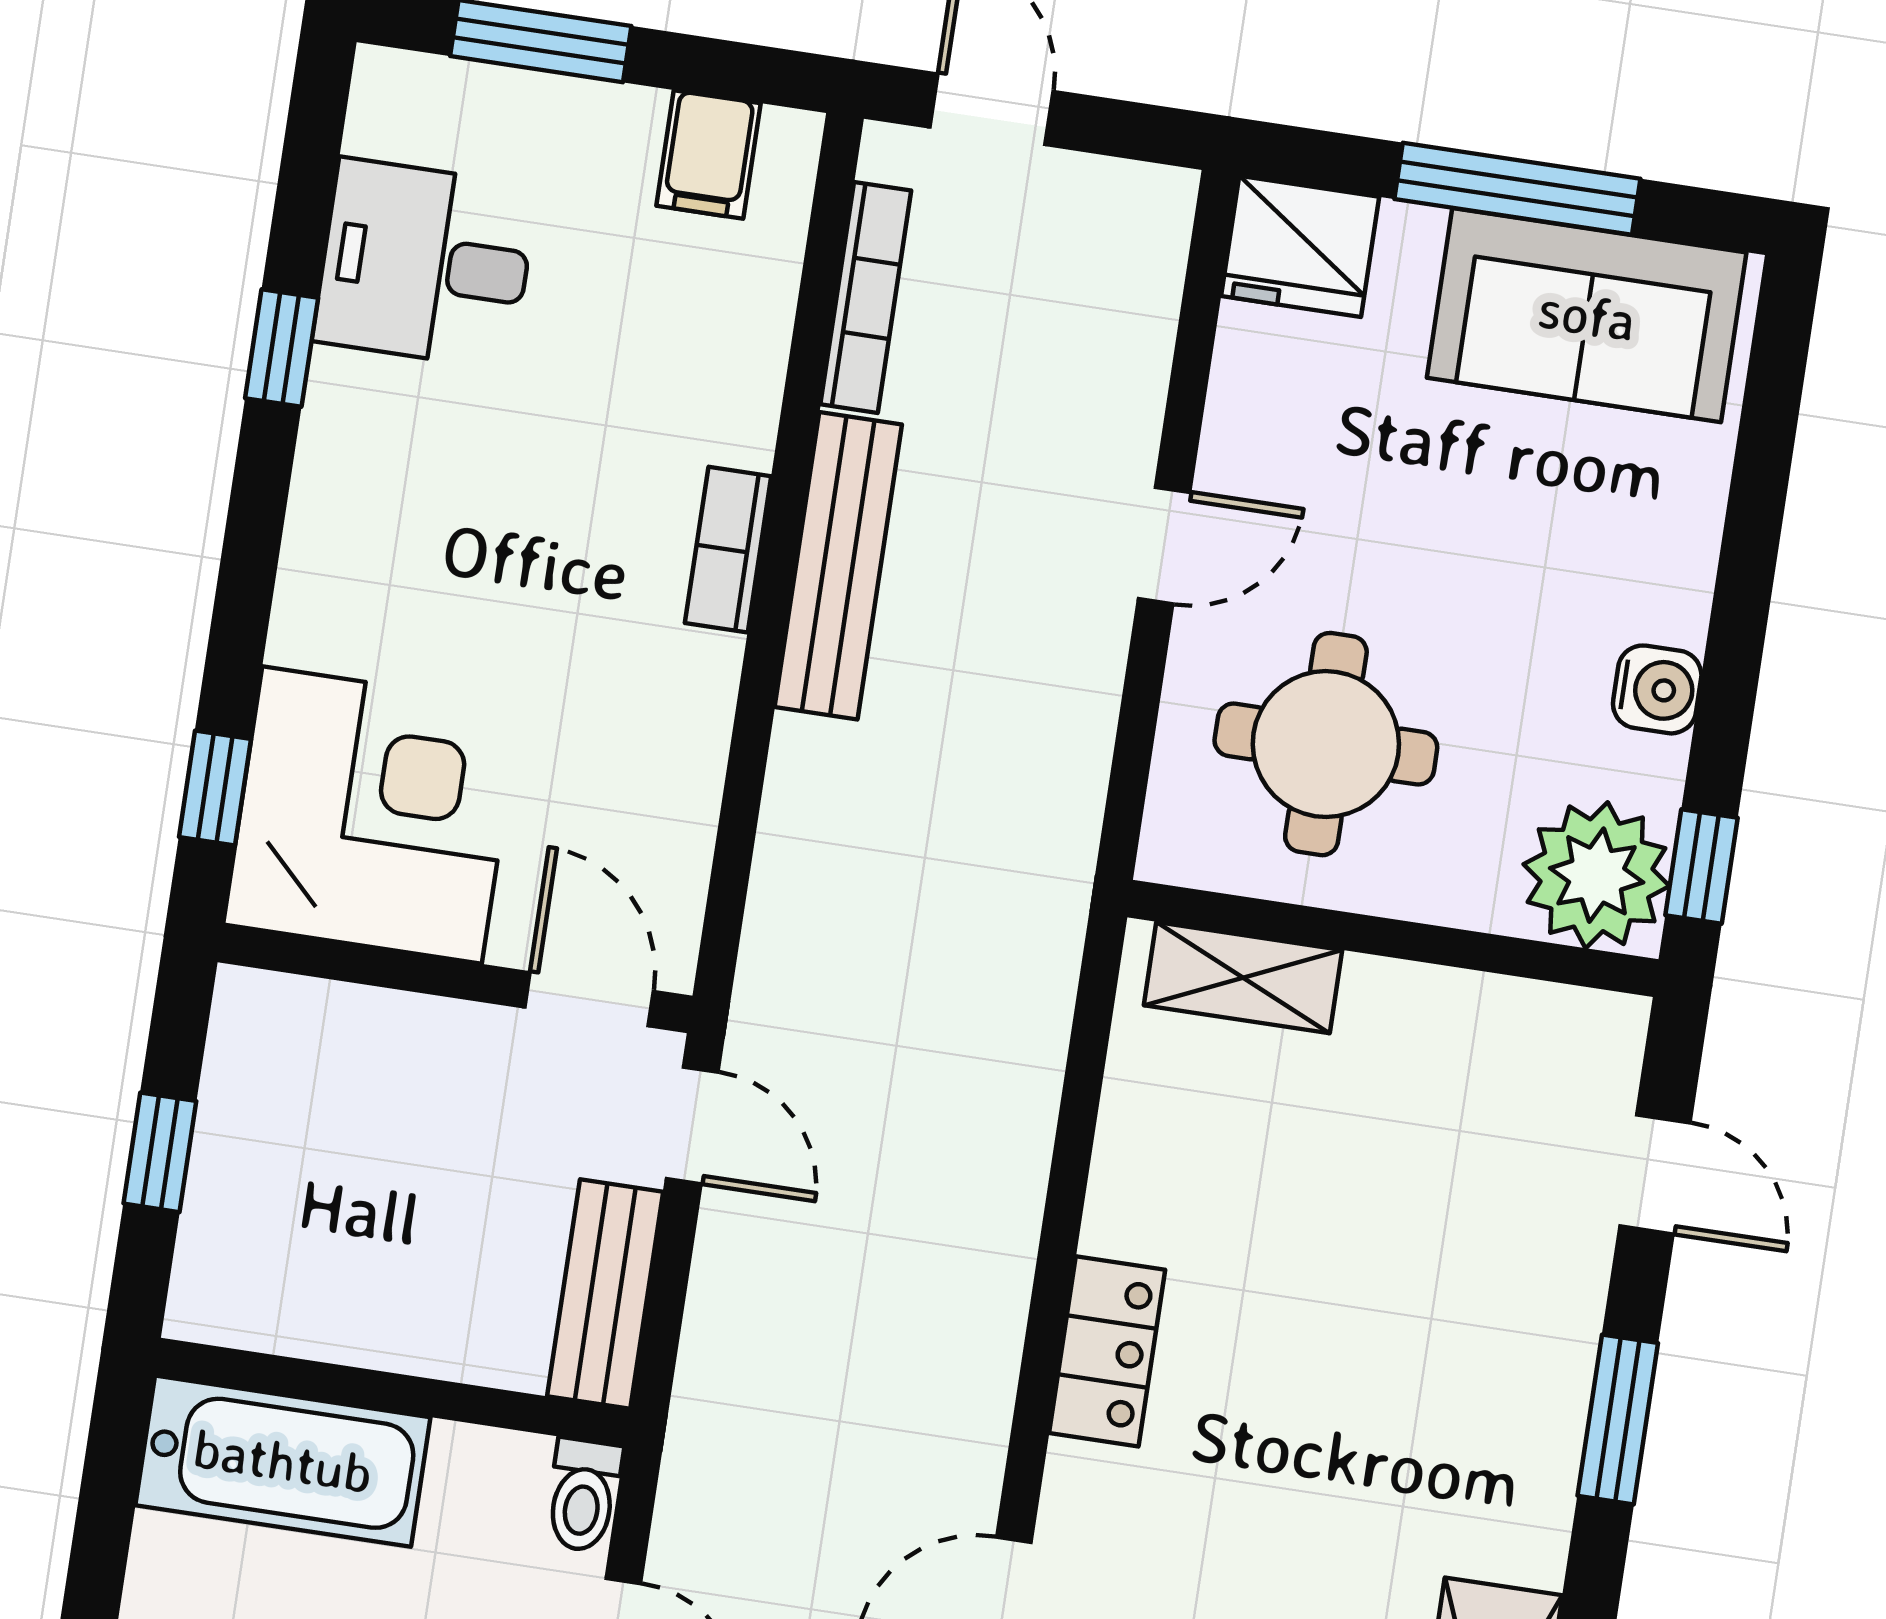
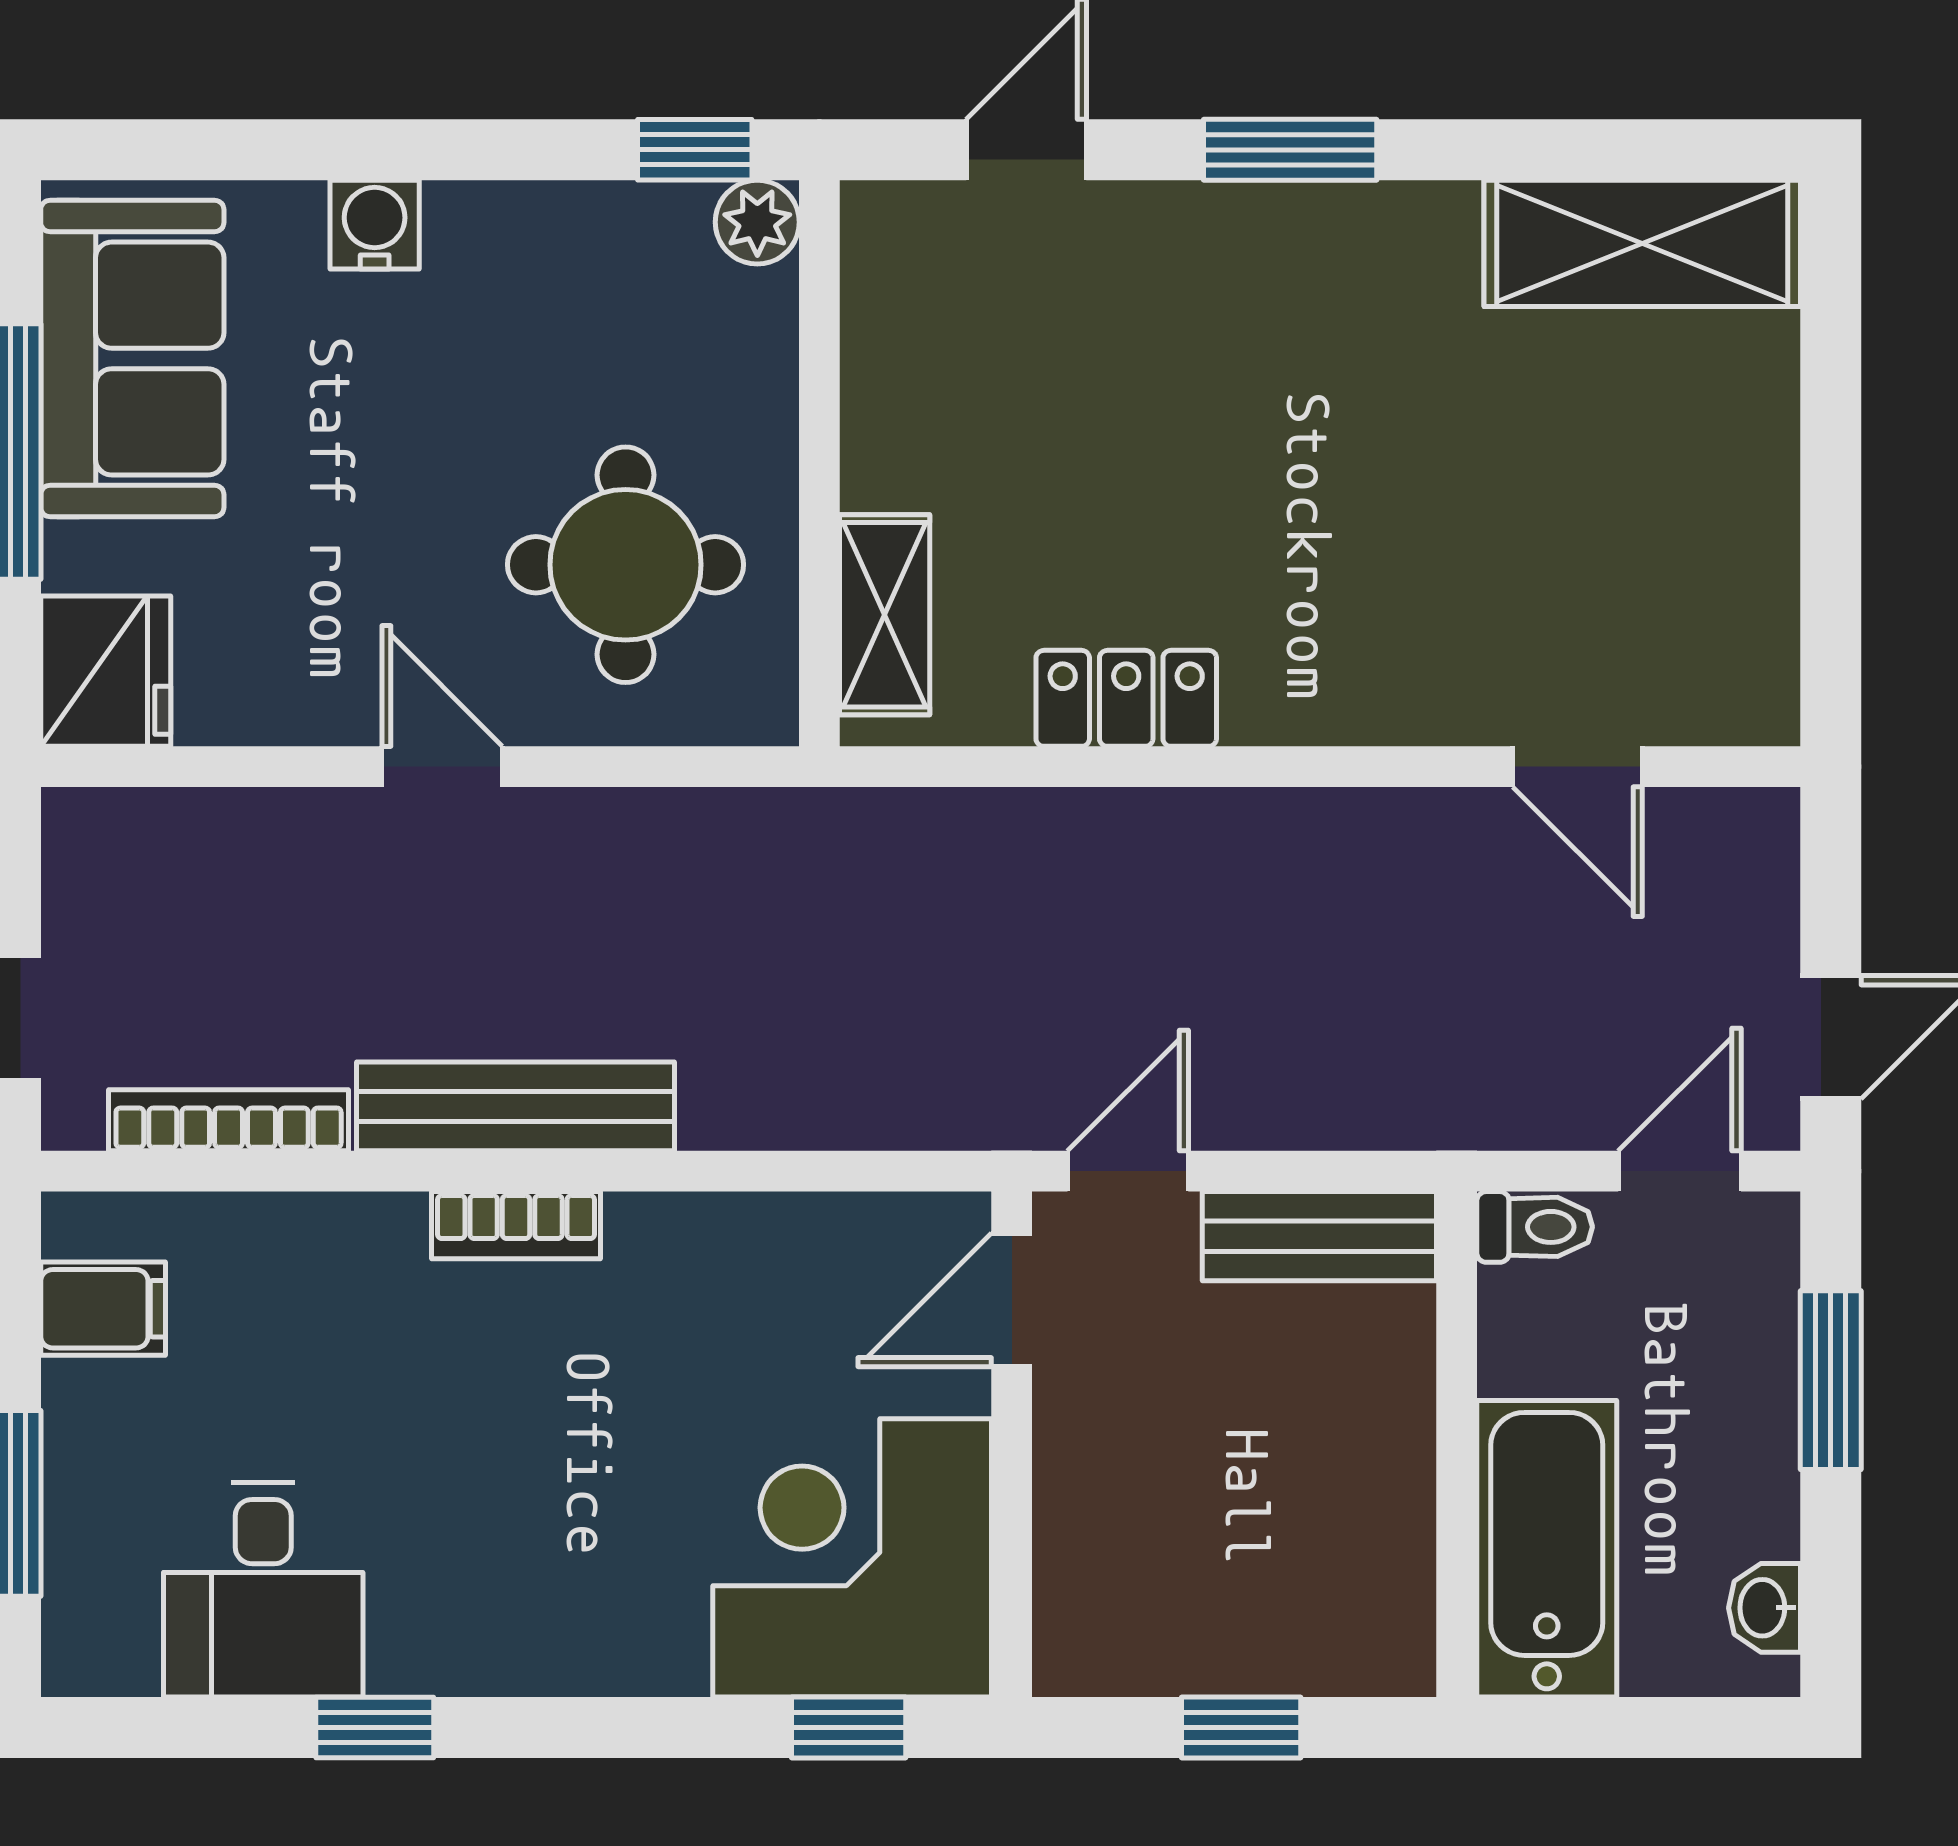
water cooler: (1657, 689) -> (375, 225), moved
plant: (1597, 875) -> (757, 222), width x0.53, depth x0.53
locker: (1107, 1351) -> (1126, 698), moved

